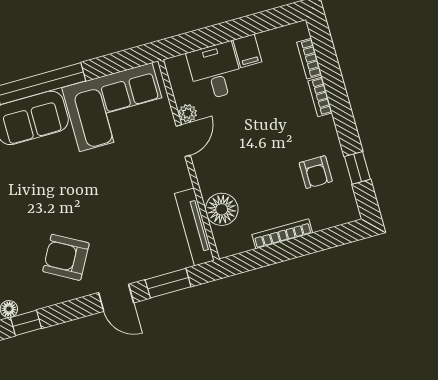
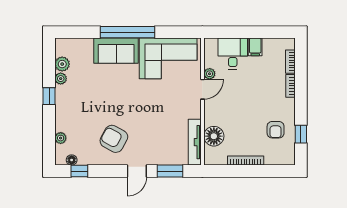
door: (116, 298) -> (137, 171), hinge flipped

